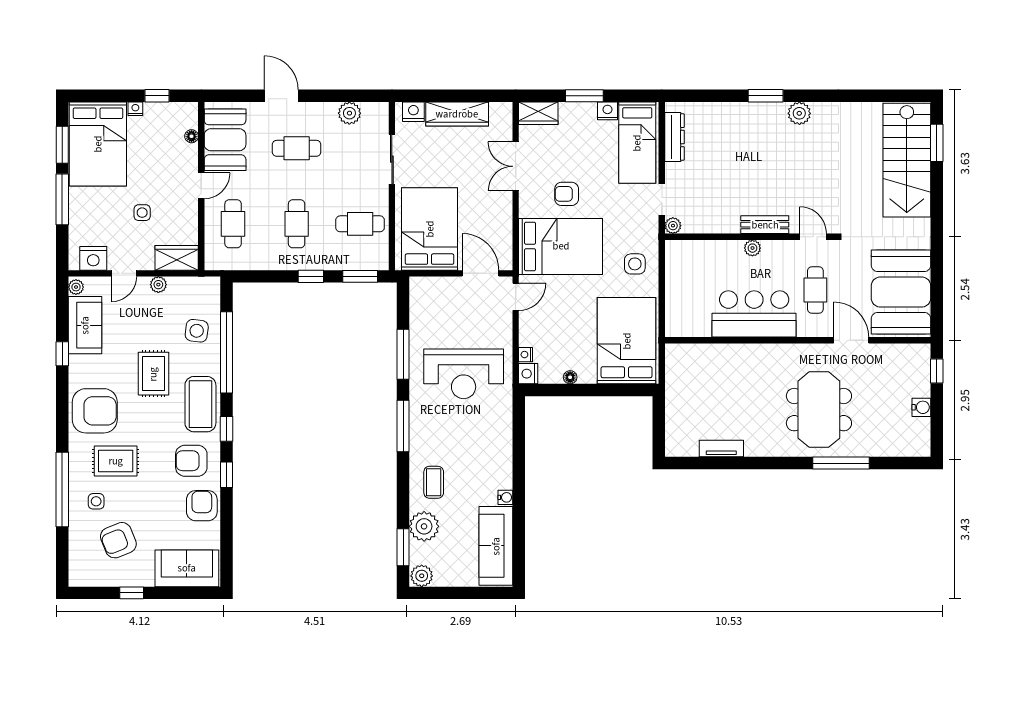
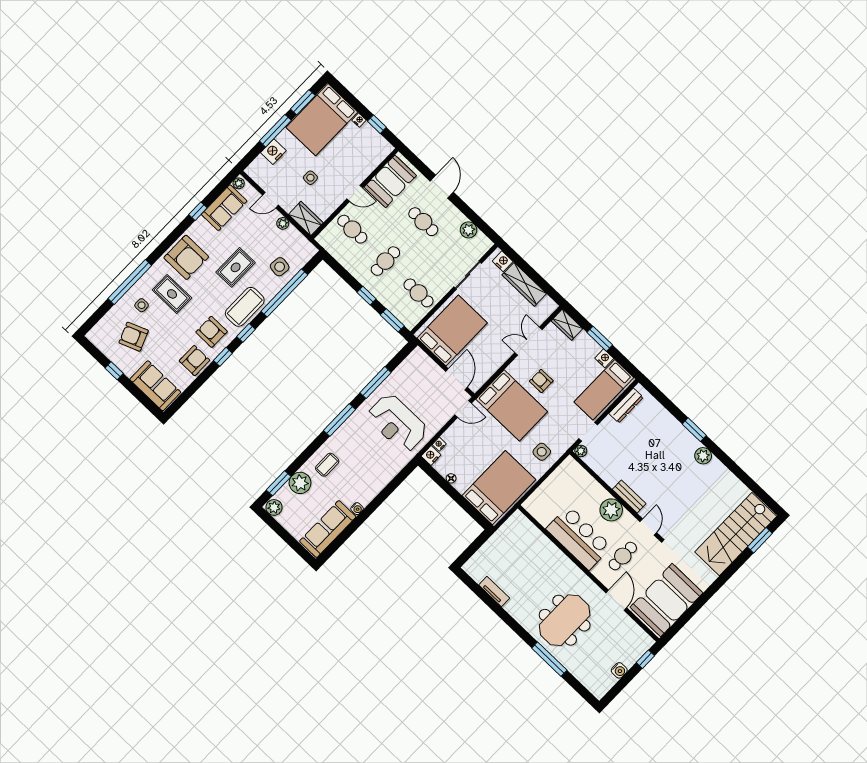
floor lamp: (192, 136) -> (375, 163), removed
cafe table: (233, 224) -> (352, 229), turned 90
plant: (752, 248) -> (611, 510), width x1.87, depth x1.87
nightstand: (93, 258) -> (273, 152), moved, turned 90

